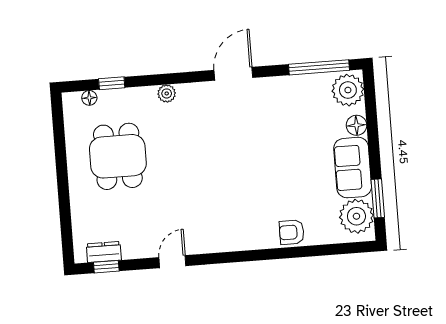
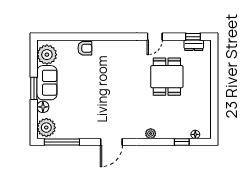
dining table: (118, 156) -> (167, 77), moved
window: (378, 198) -> (34, 88), moved

